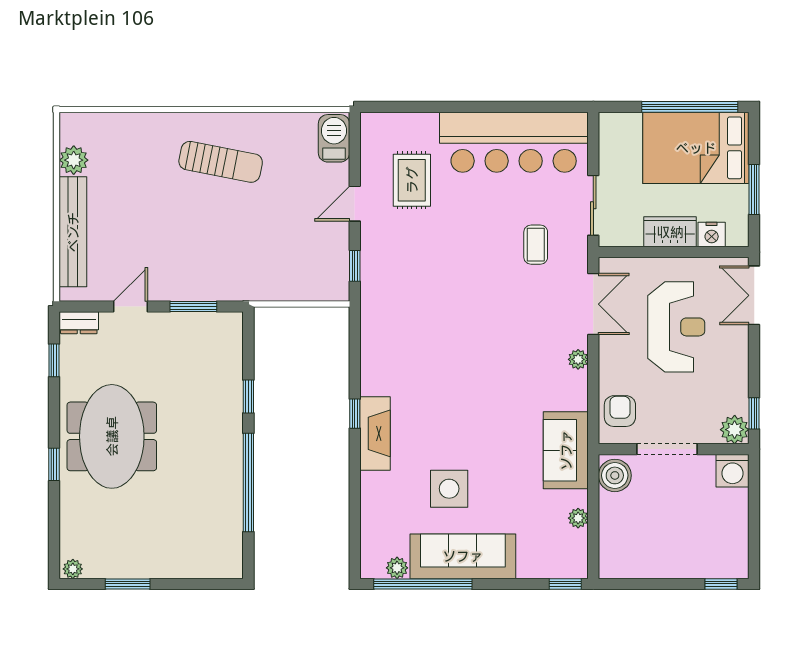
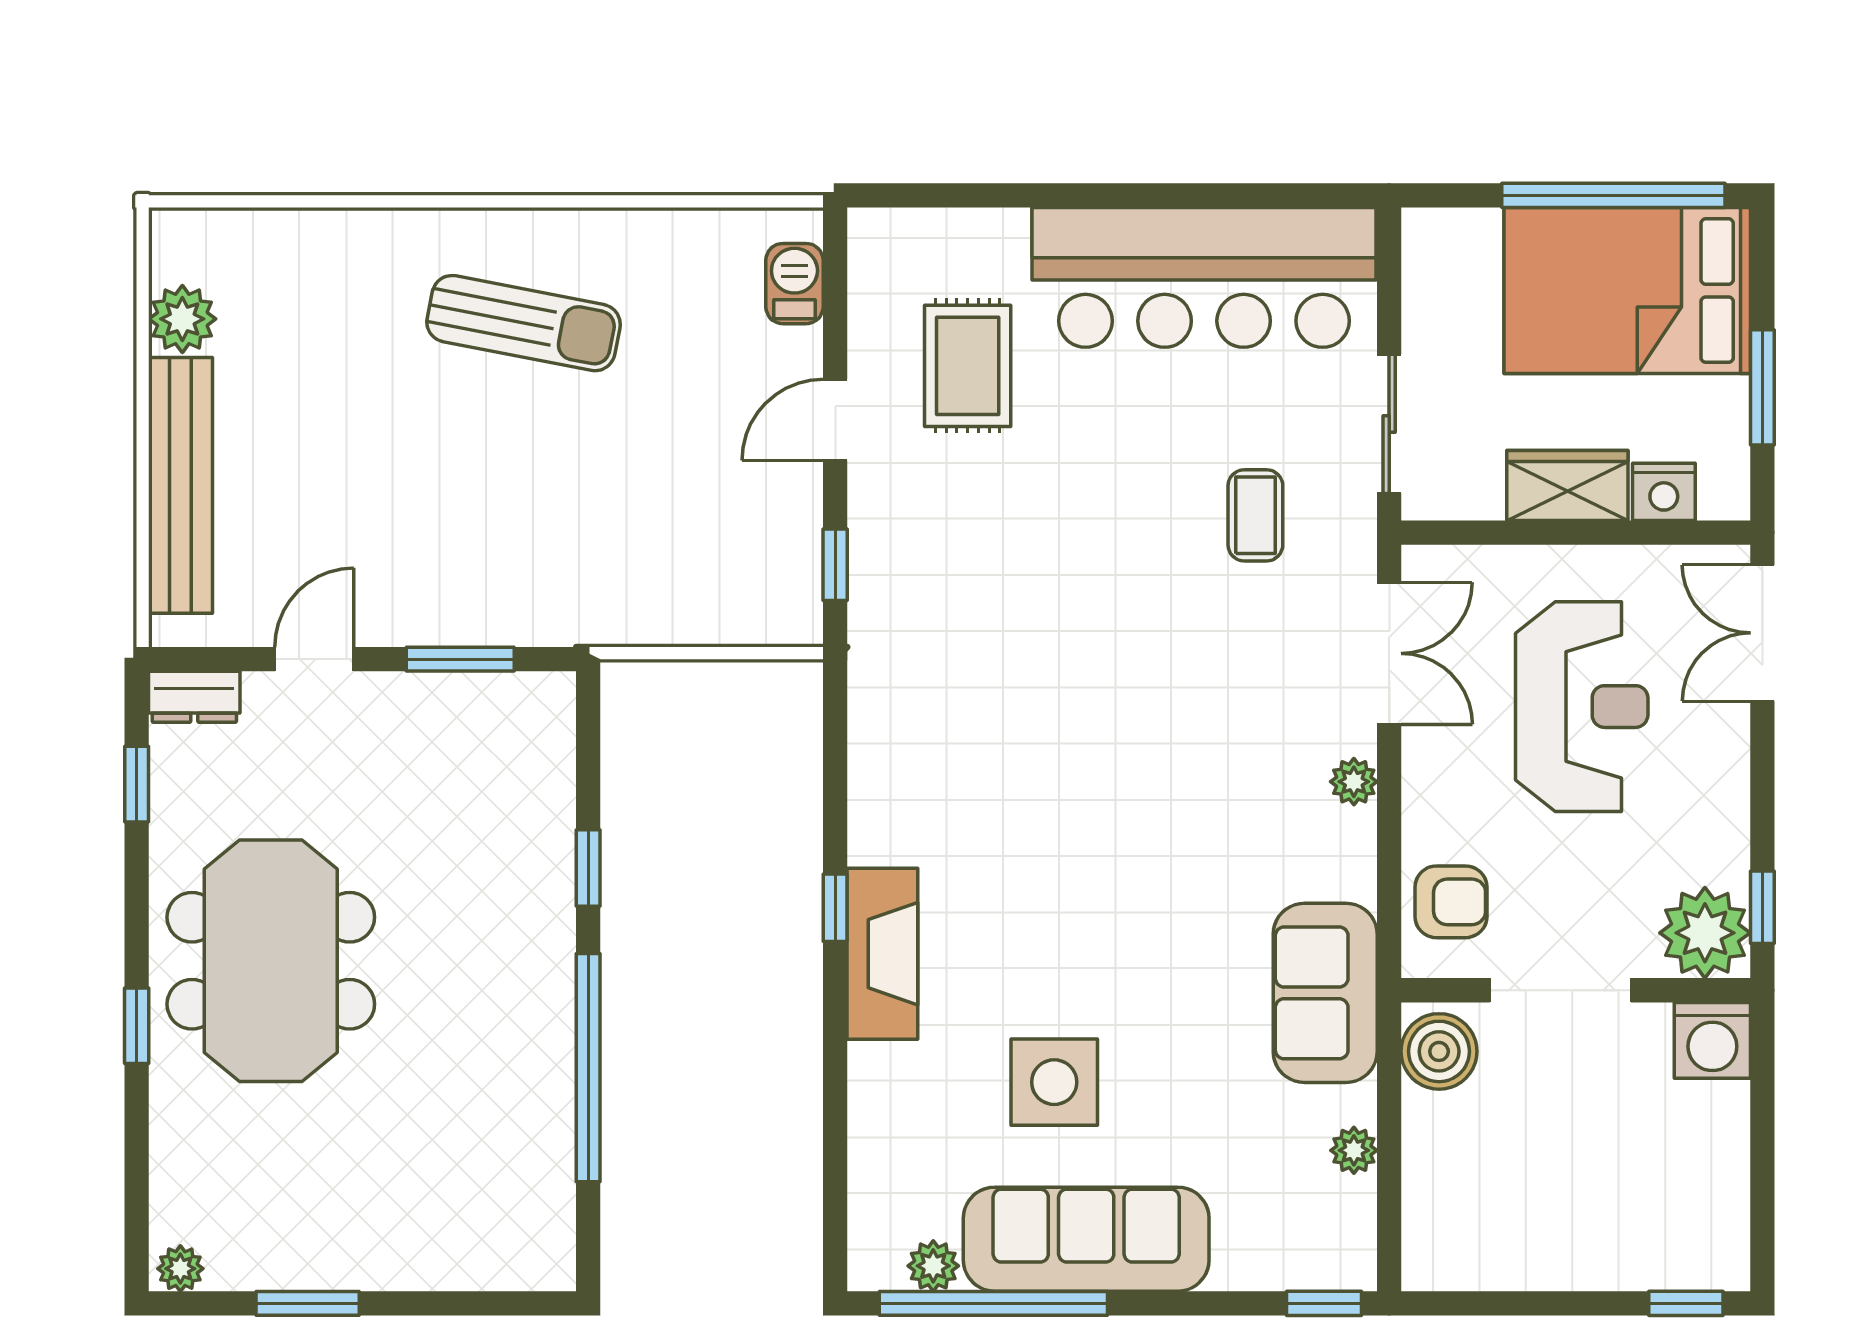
barbecue: (334, 138) -> (794, 284), width x0.73, depth x0.79
armchair: (620, 411) -> (1451, 902), turned 90
plant: (735, 430) -> (1705, 933), width x1.36, depth x1.36

